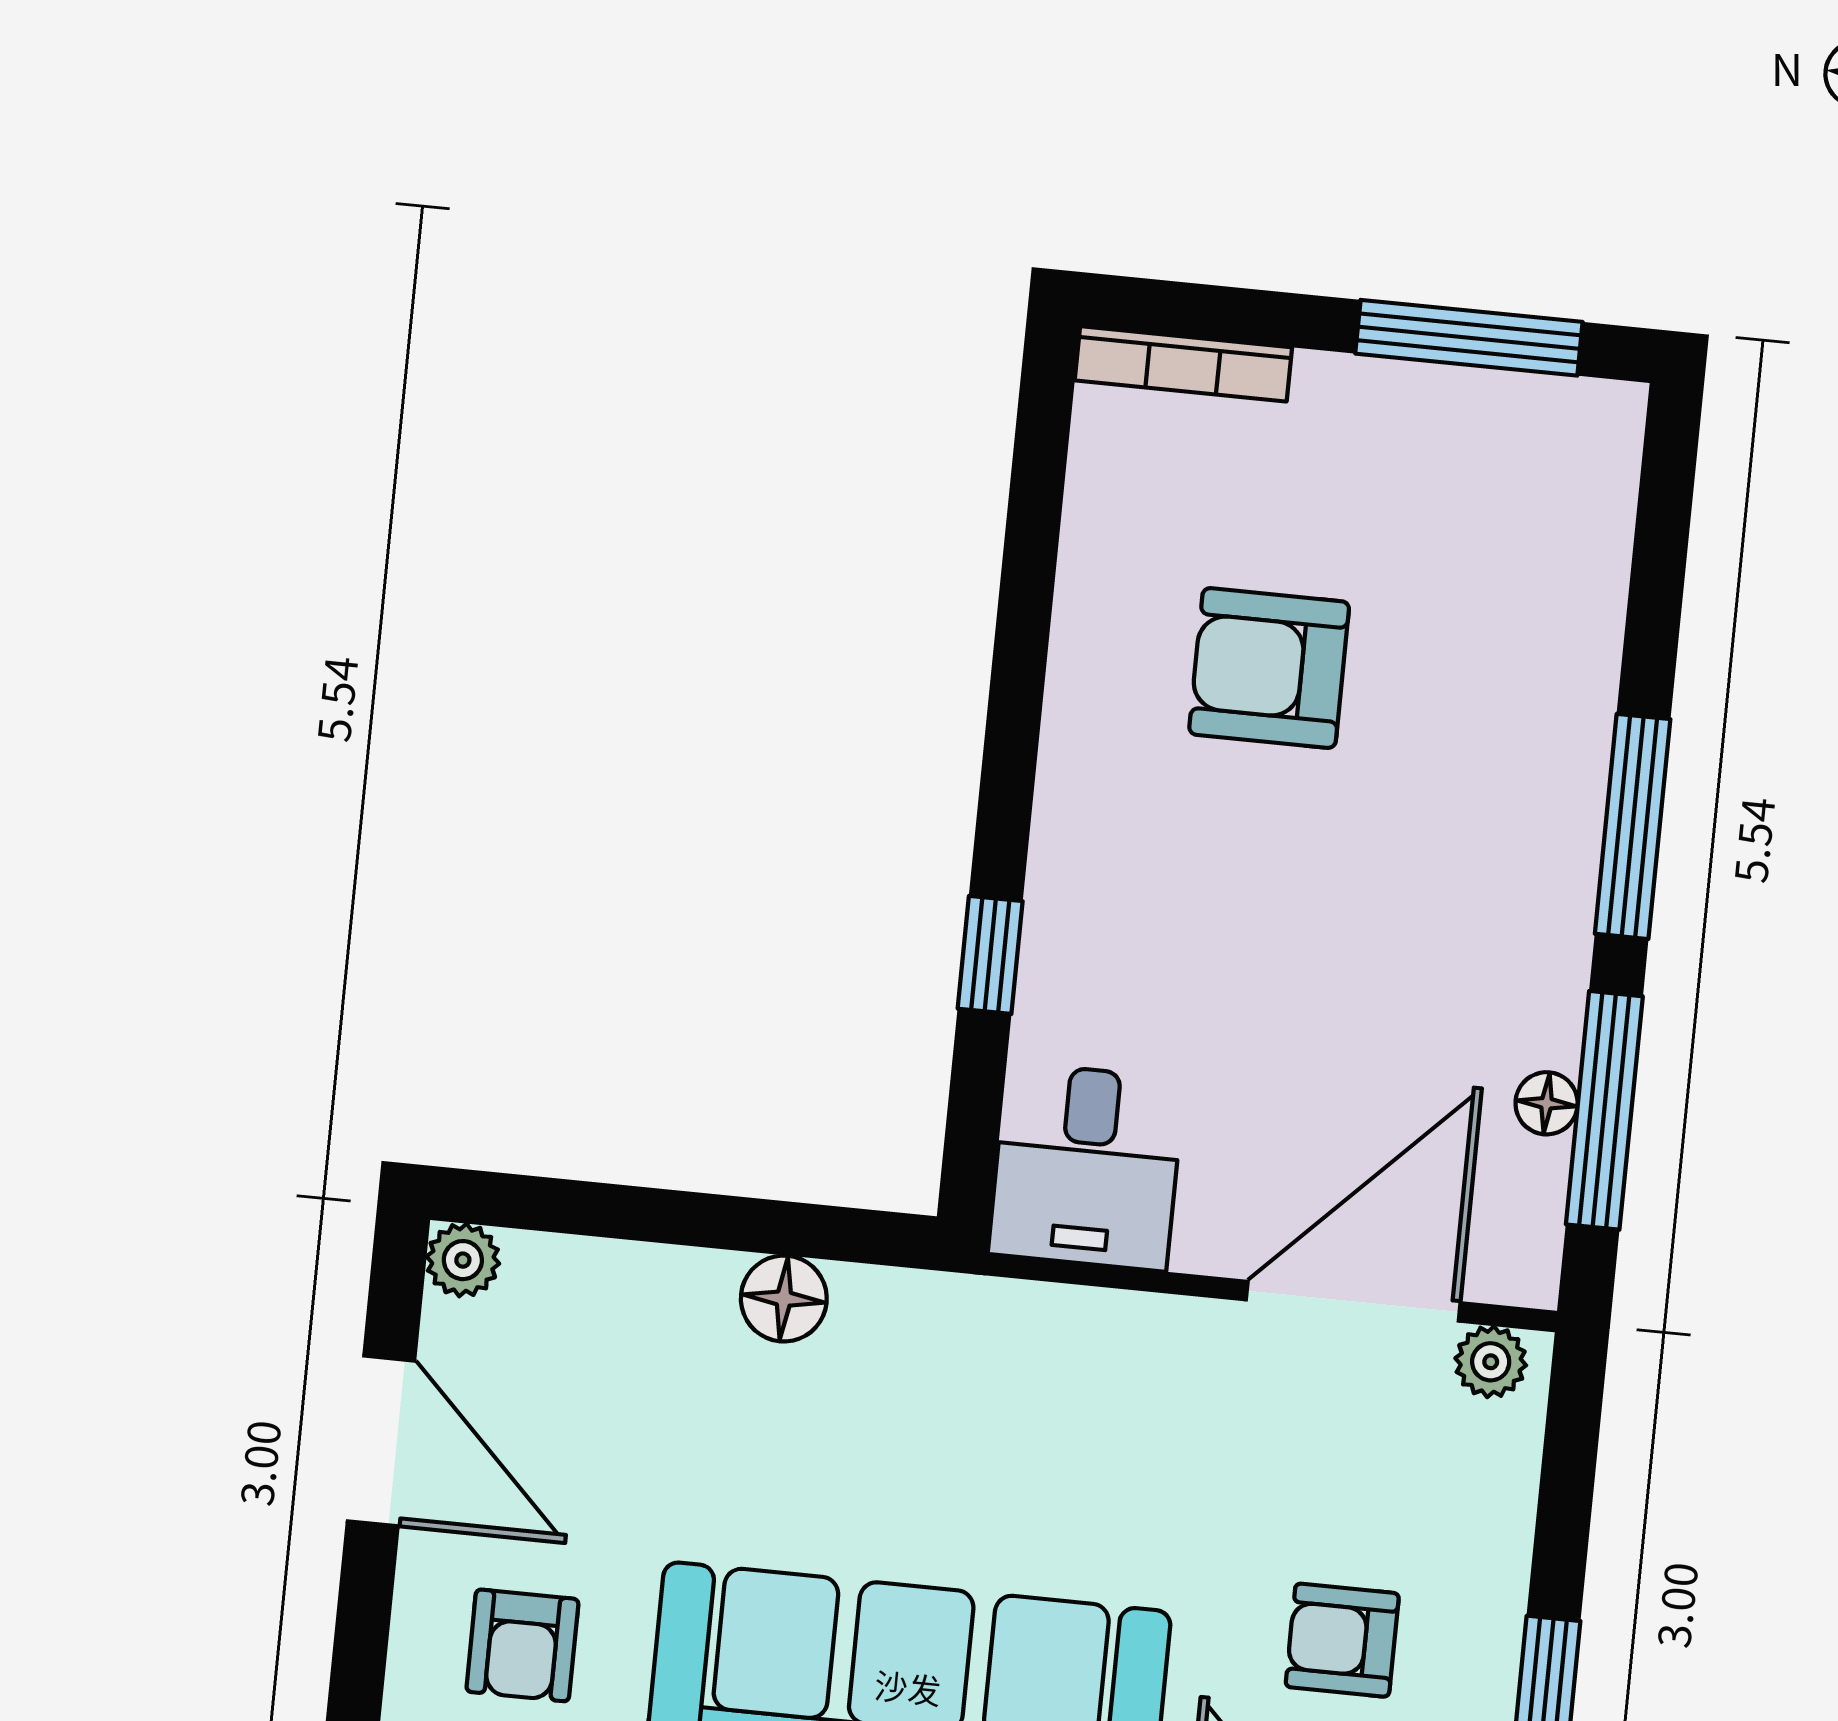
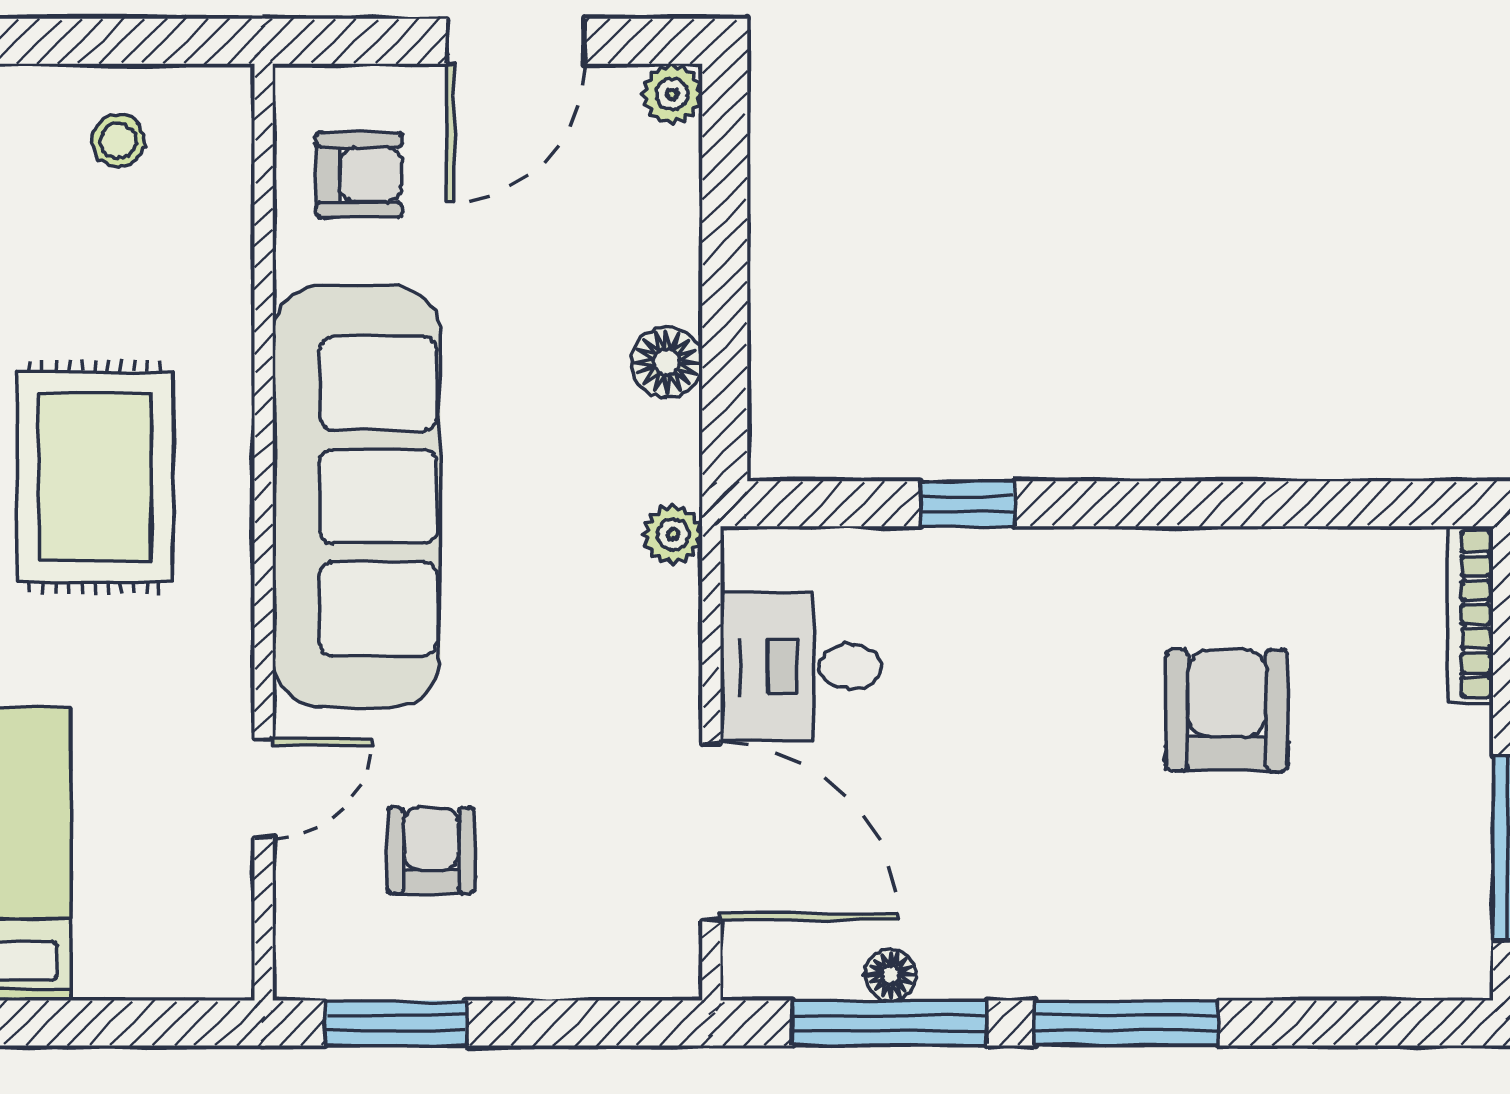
desk: (1086, 1167) -> (801, 667), moved
plant: (1491, 1362) -> (673, 535), moved
armchair: (522, 1645) -> (359, 175), turned 180

